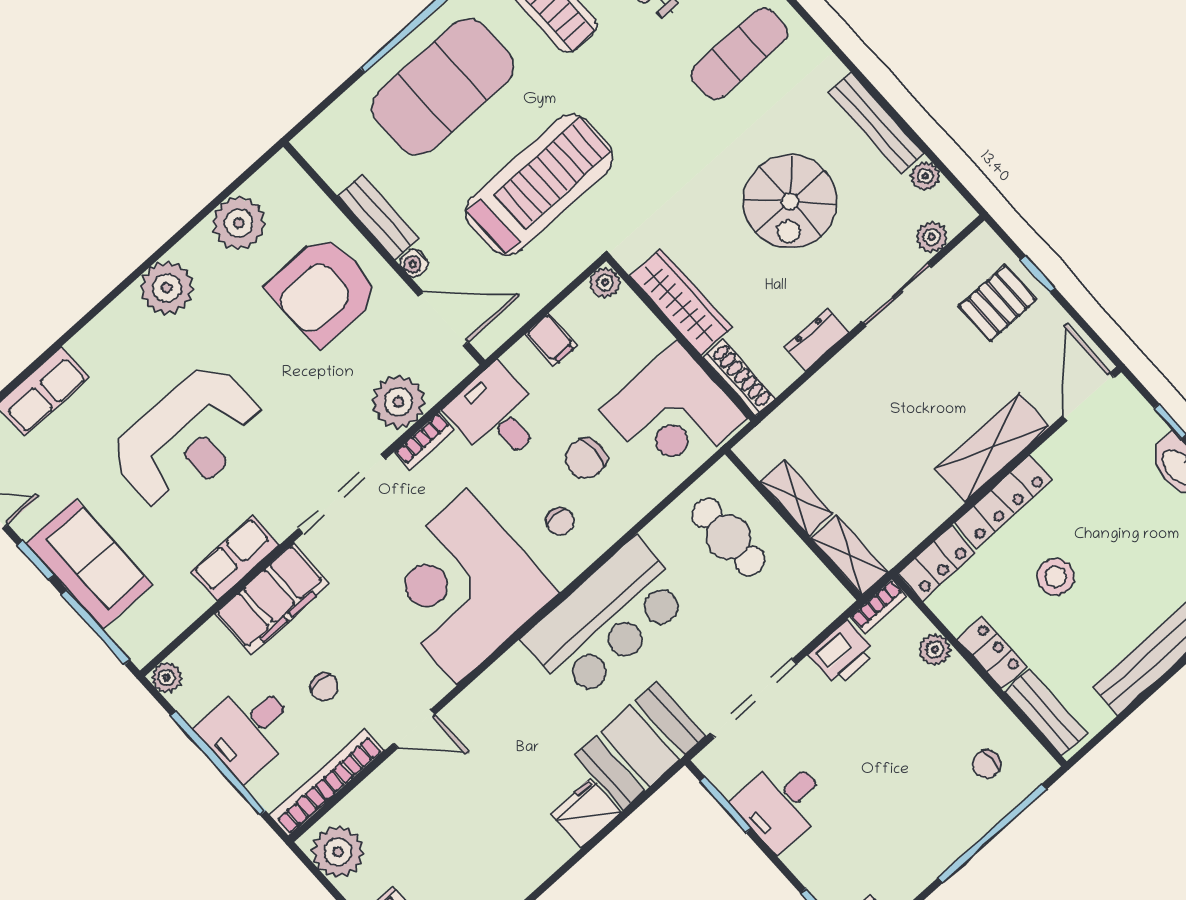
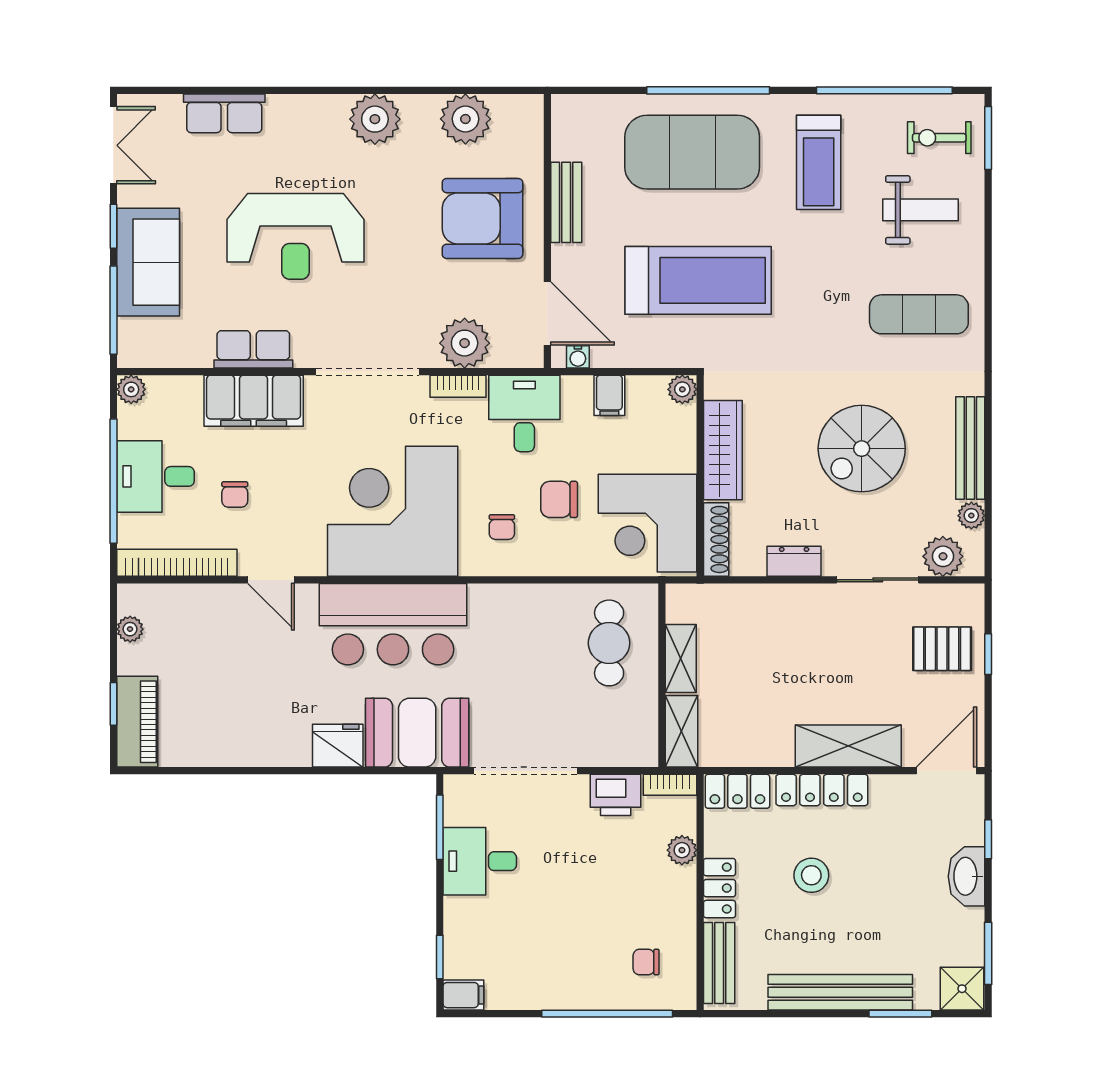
plant: (932, 237) -> (943, 556), width x1.38, depth x1.38
water cooler: (414, 263) -> (578, 357), moved, turned -90
bar counter: (607, 619) -> (393, 624), moved
plant: (338, 852) -> (130, 629), width x0.53, depth x0.53

